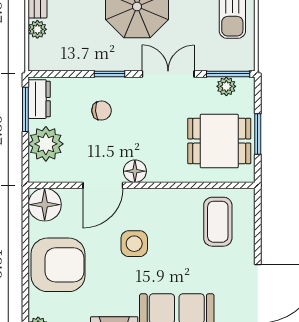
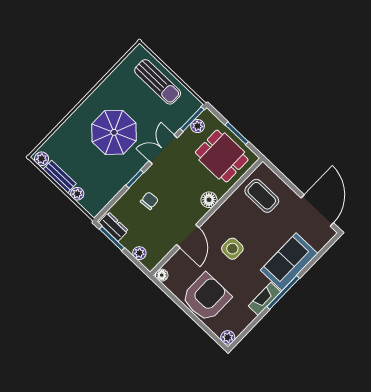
dining table: (219, 141) -> (222, 156), turned 90
plant: (46, 144) -> (139, 253), width x0.53, depth x0.53
floor lamp: (135, 171) -> (209, 200), moved
floor lamp: (45, 205) -> (162, 275), width x0.53, depth x0.53

